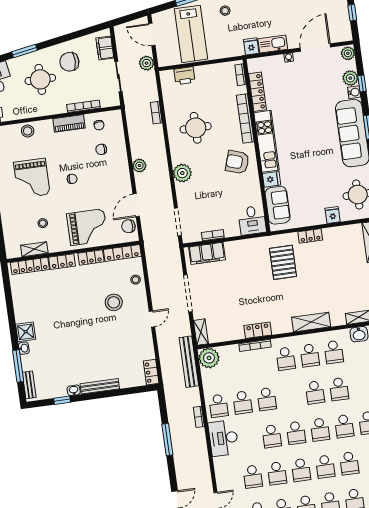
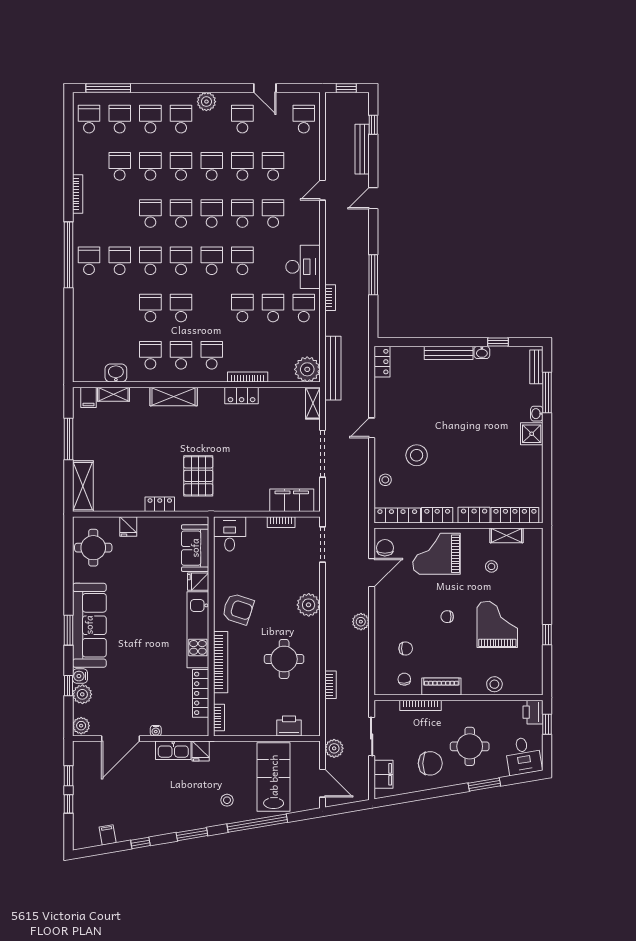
chair: (128, 226) -> (385, 548), turned -90

